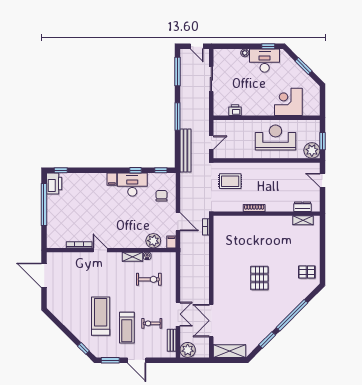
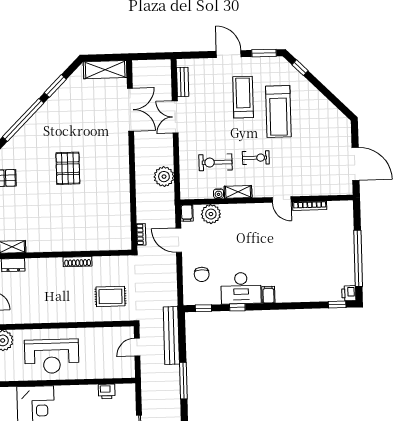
printer: (54, 184) -> (349, 293), width x0.53, depth x0.68
exercise bike: (152, 323) -> (256, 158), moved
plant: (188, 350) -> (164, 177), moved

